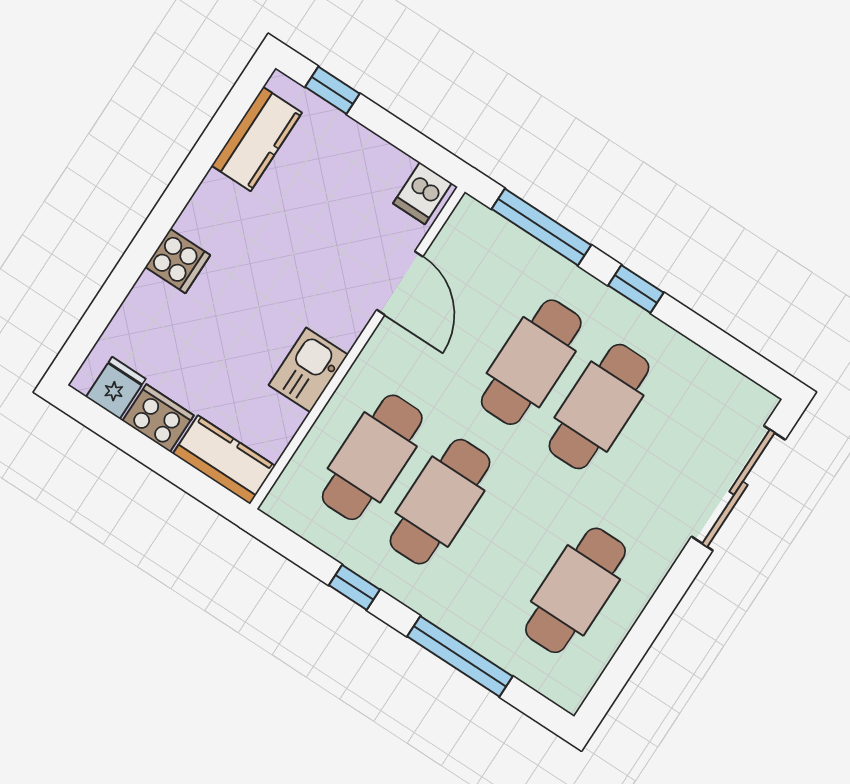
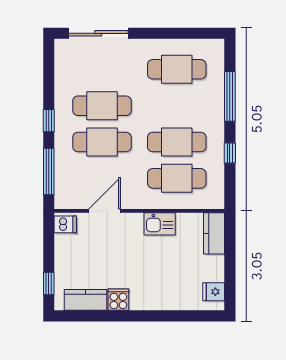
cooker: (178, 261) -> (118, 300), moved
cooker: (158, 418) -> (215, 268), removed

